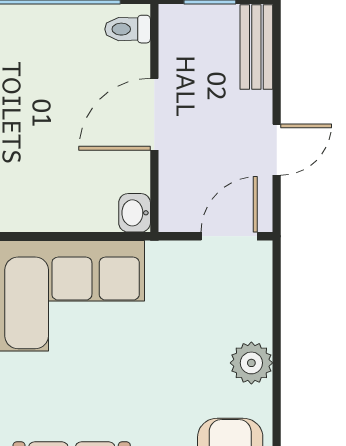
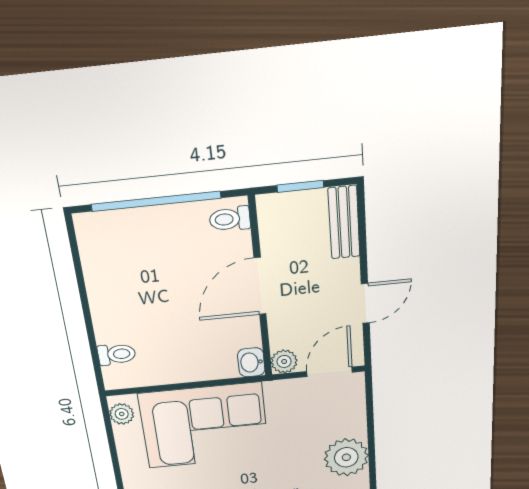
plant: (175, 216) -> (284, 361), added
plant: (251, 363) -> (346, 457), width x1.36, depth x1.36

